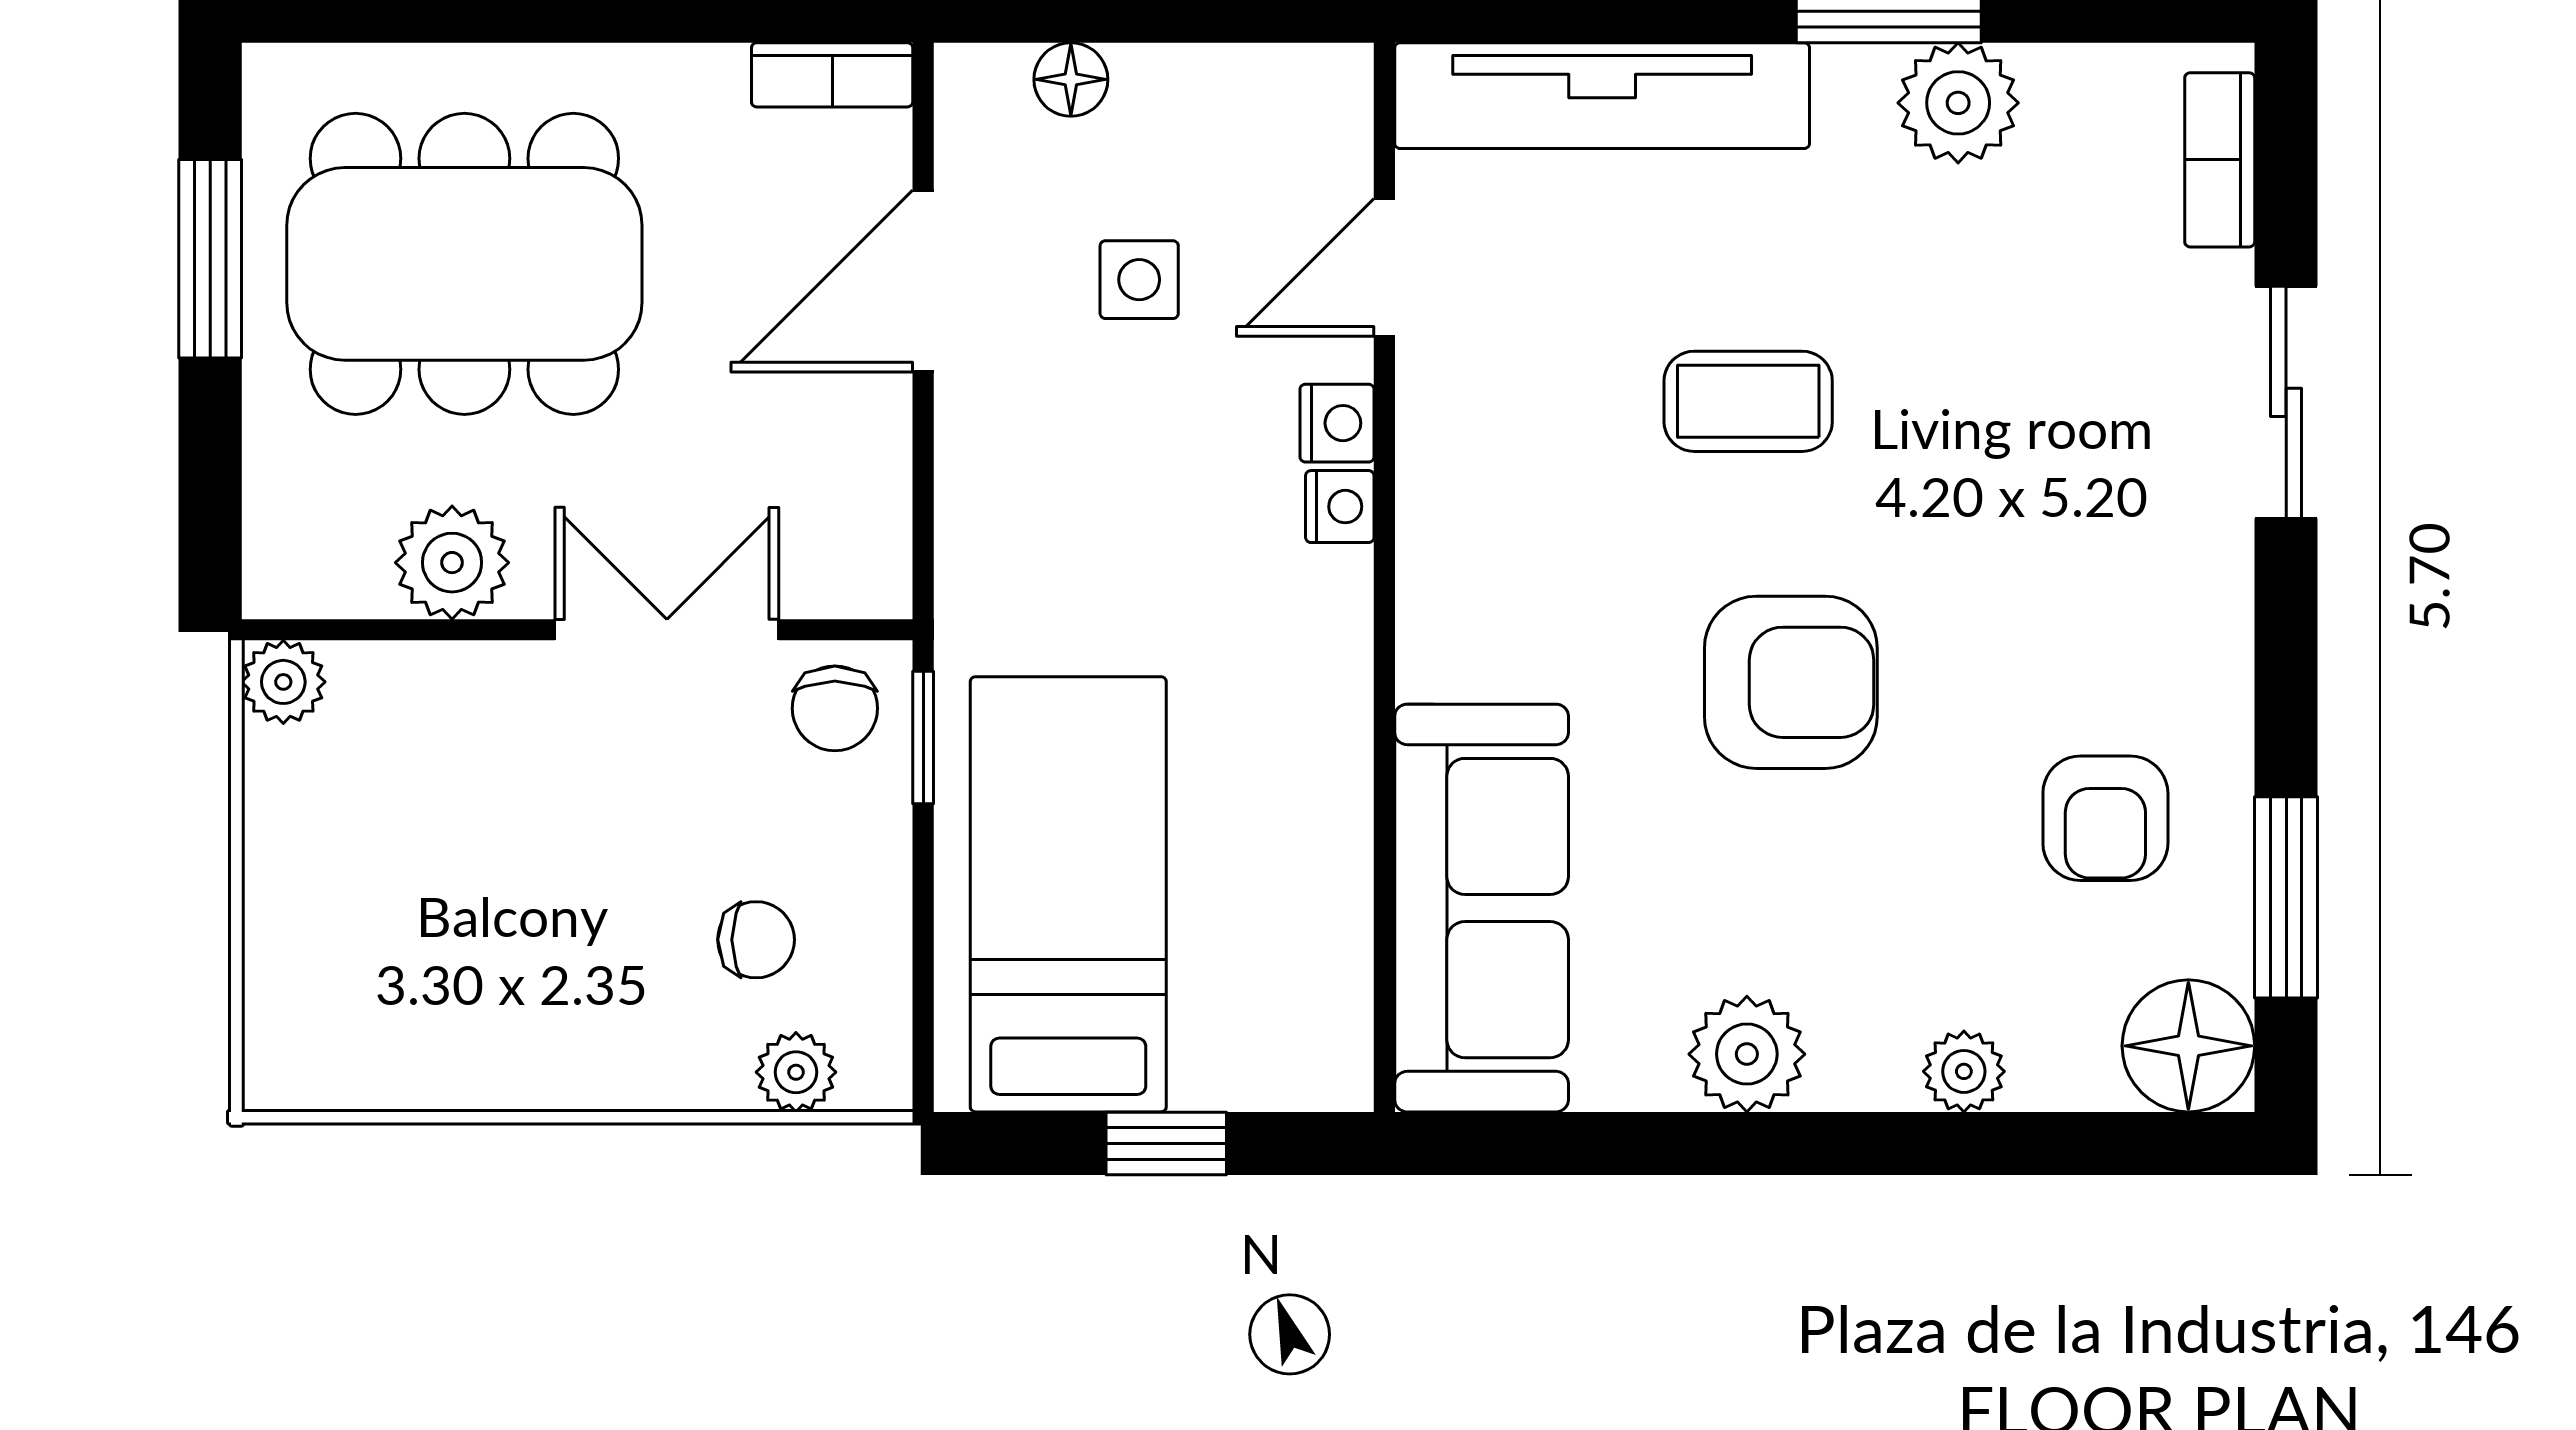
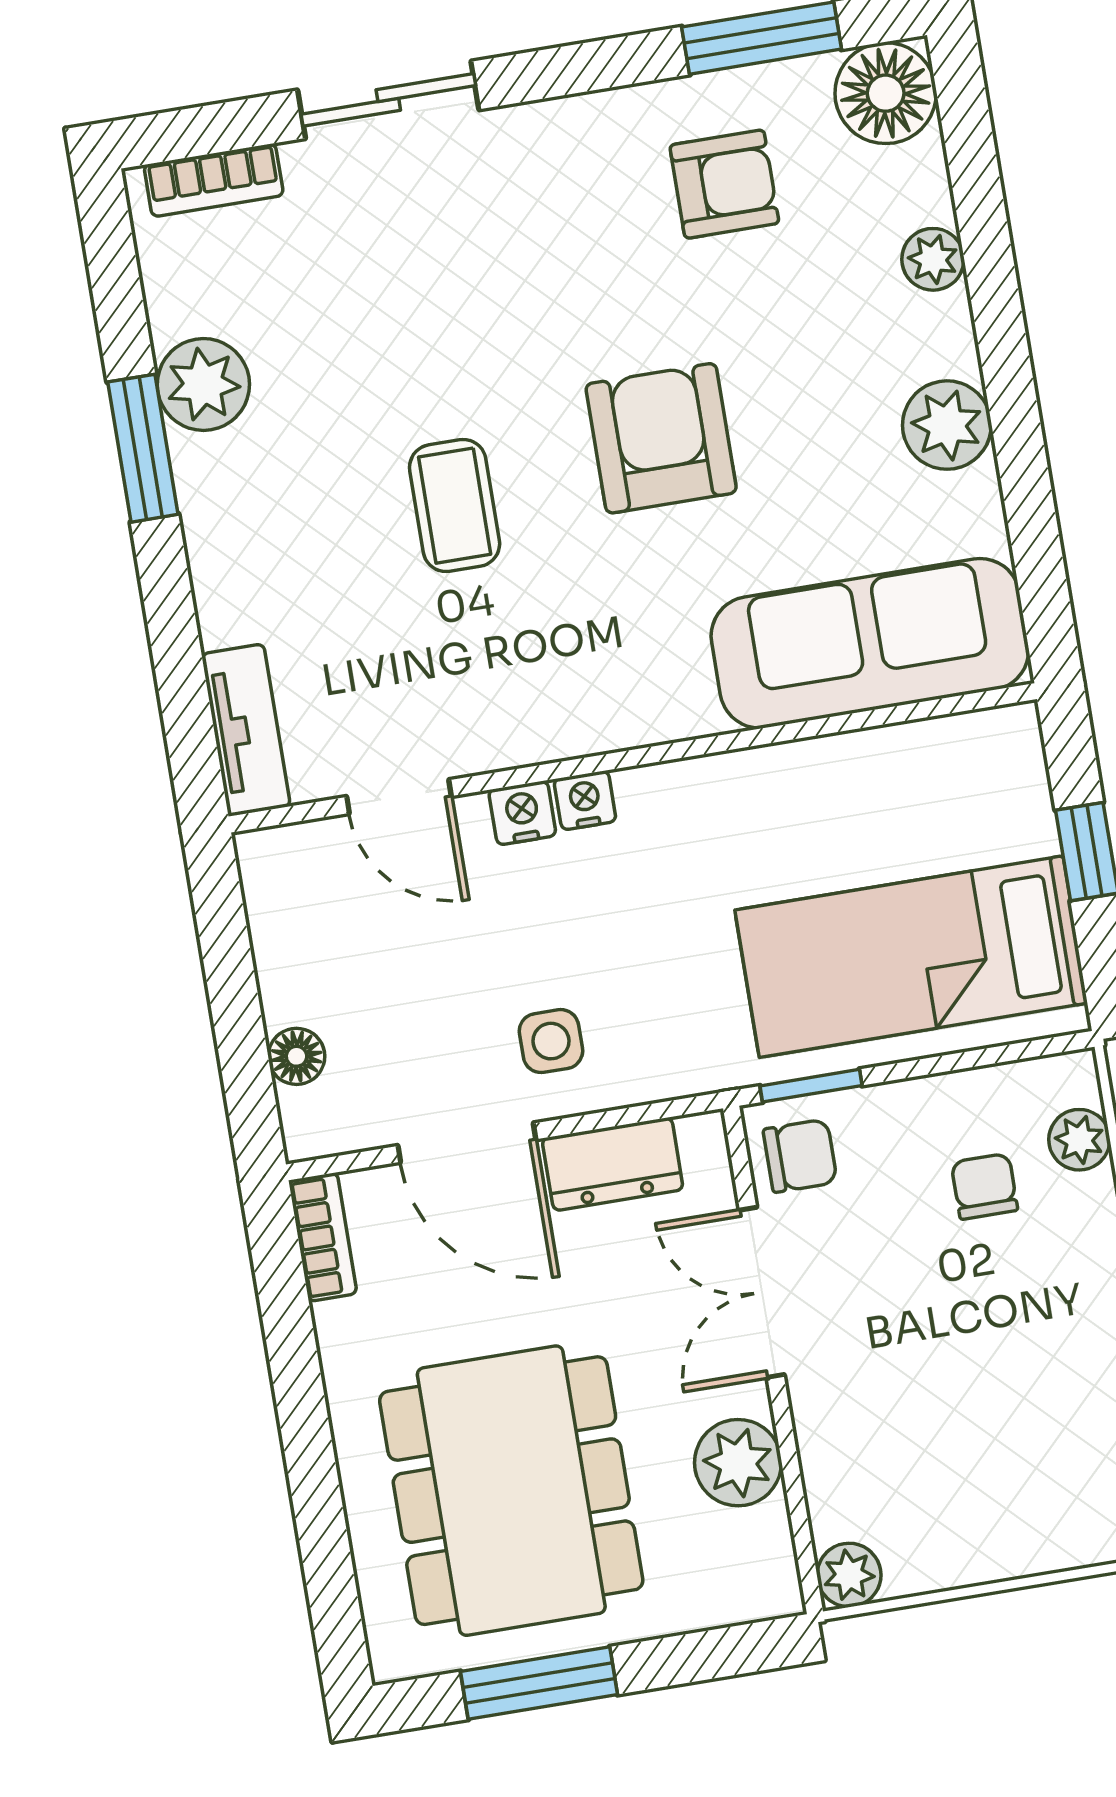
tv unit: (1602, 96) -> (246, 730), width x0.52, depth x0.78
side table: (1139, 280) -> (551, 1041), moved
dresser: (864, 464) -> (613, 1164), added

